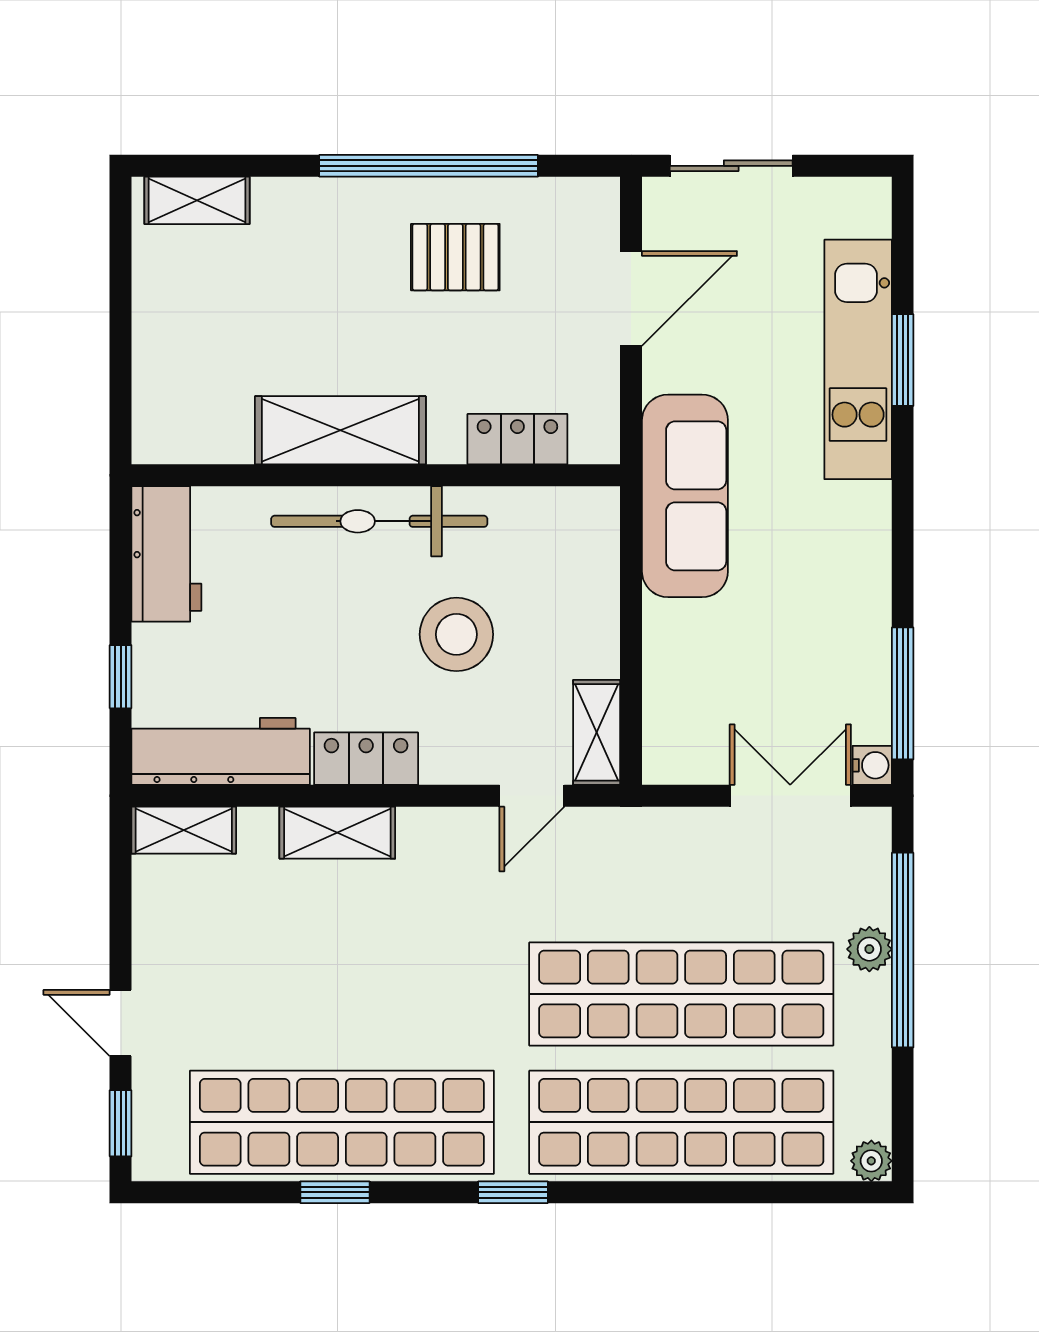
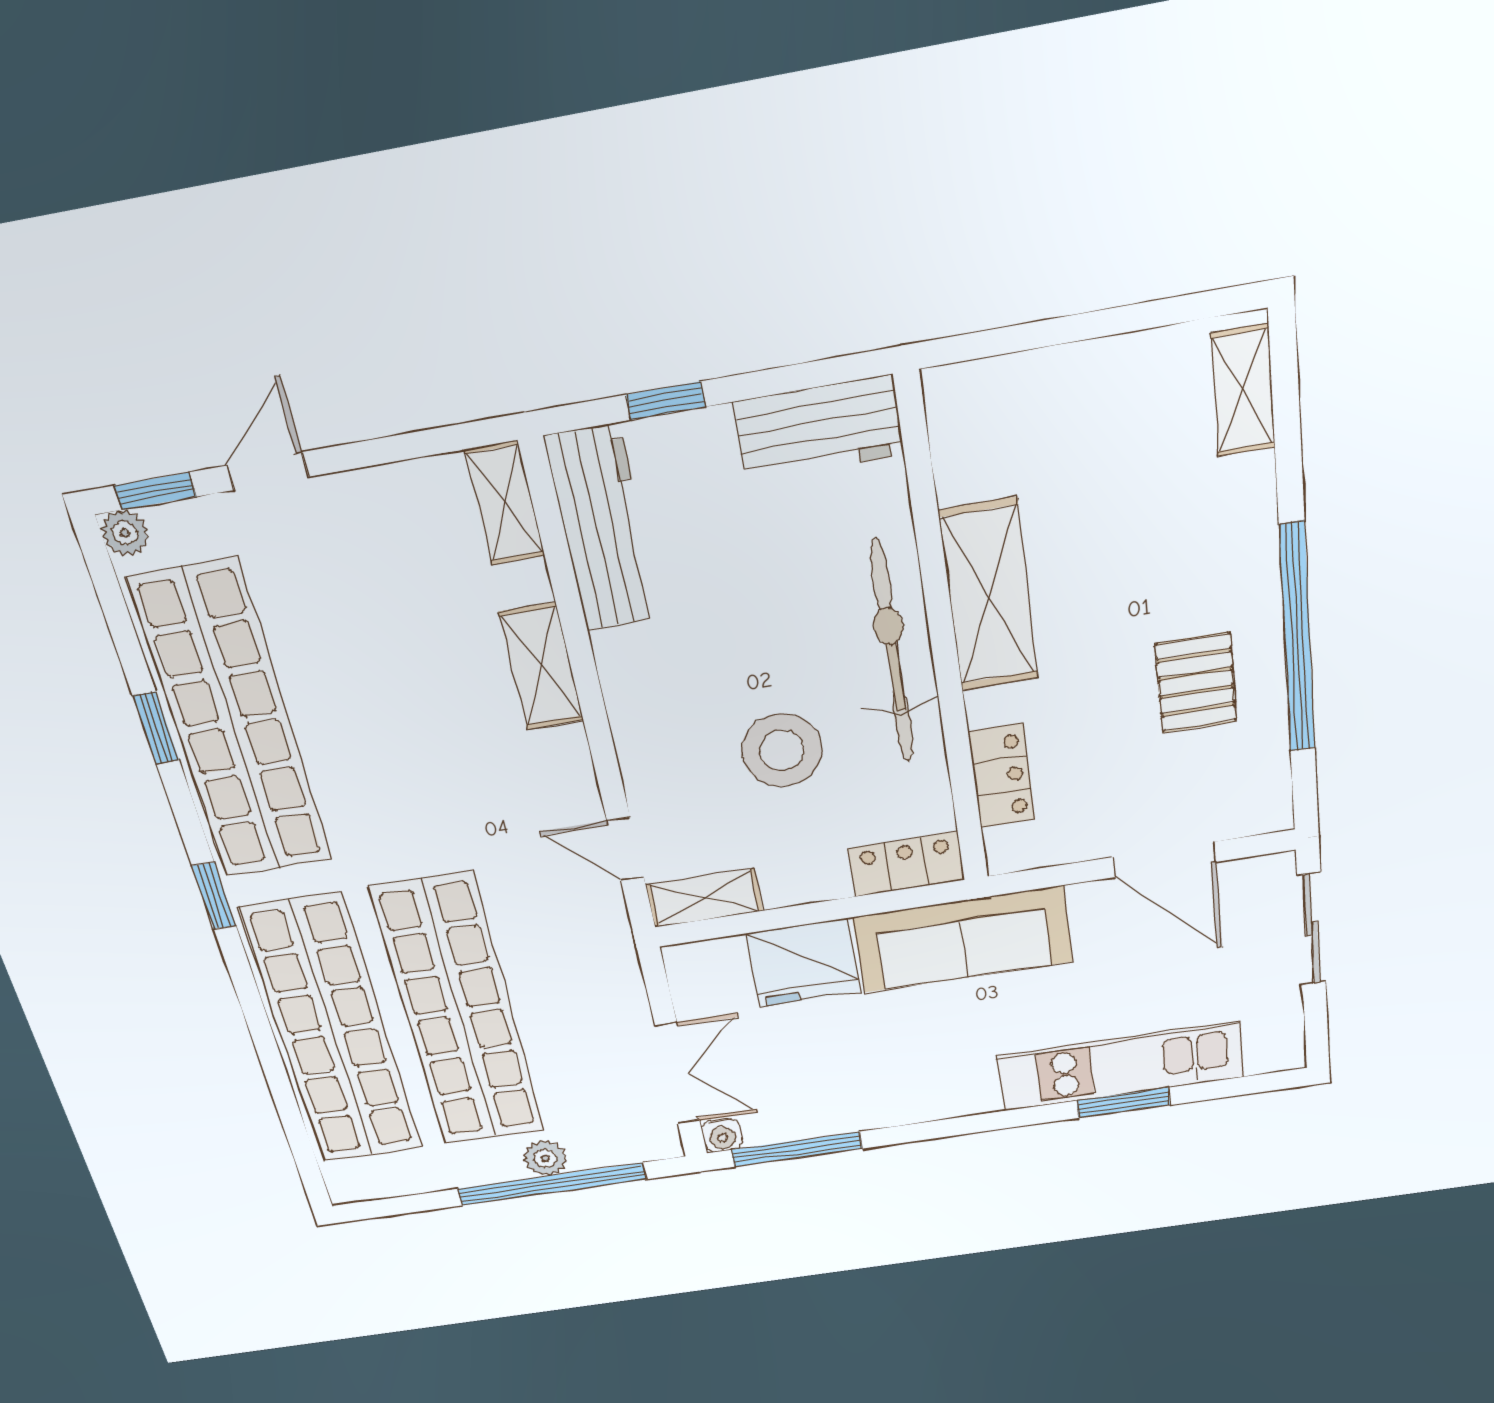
fridge: (684, 651) -> (803, 963), added
locker: (366, 759) -> (906, 864), moved, turned -90
plant: (871, 1161) -> (125, 533), moved

